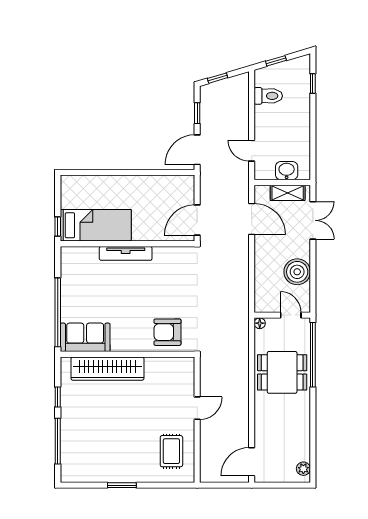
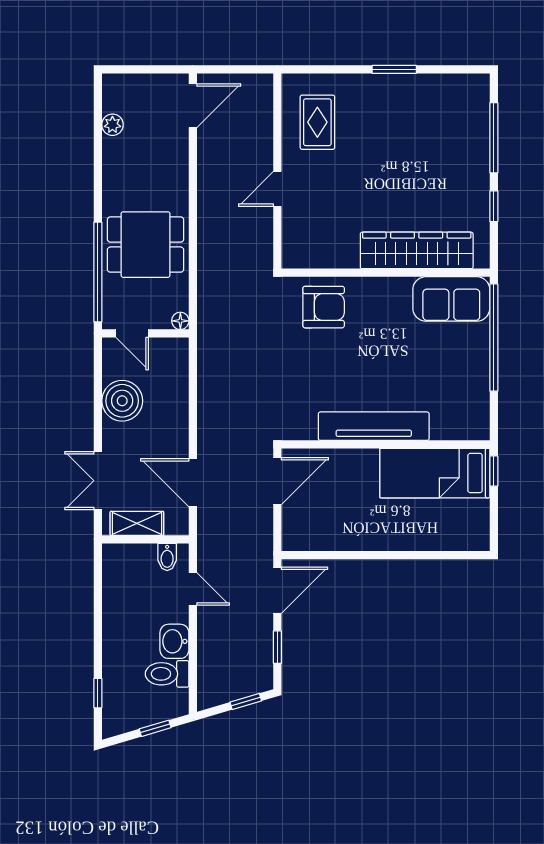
bidet: (268, 171) -> (167, 557), added
washbasin: (287, 171) -> (174, 641), moved, turned 90
tv unit: (126, 253) -> (374, 426), width x1.36, depth x1.29
plant: (303, 469) -> (112, 125), moved

